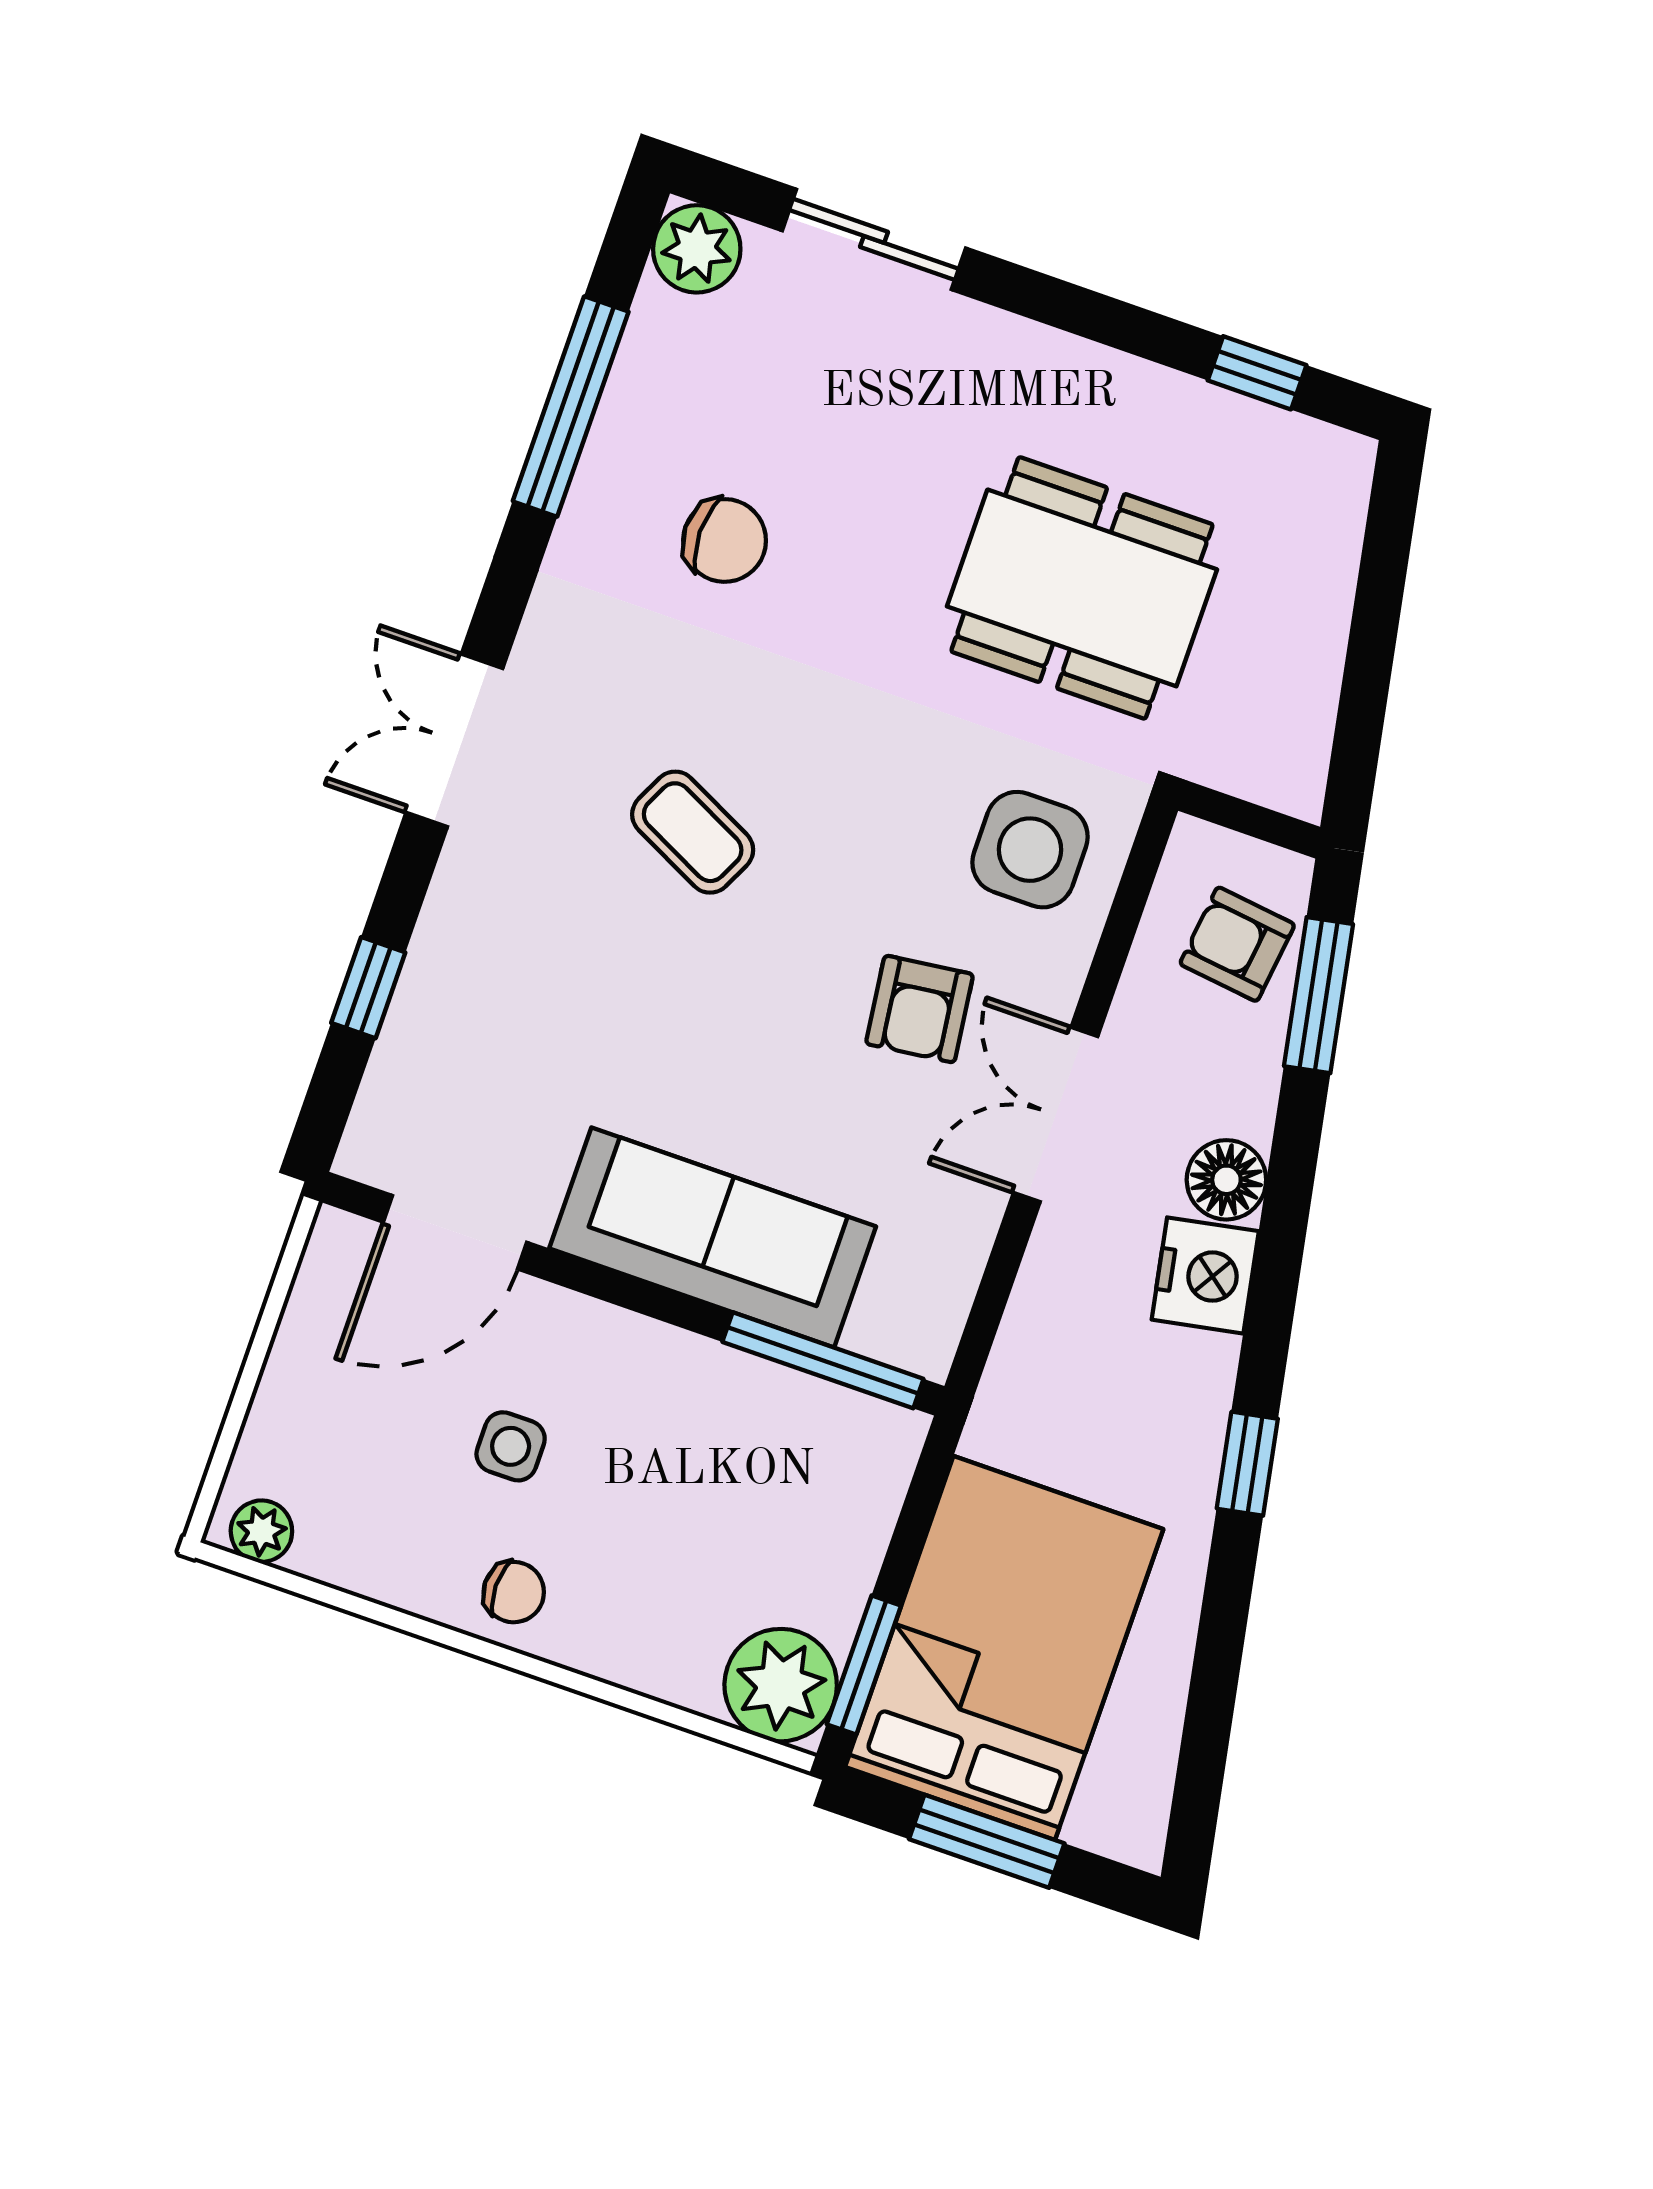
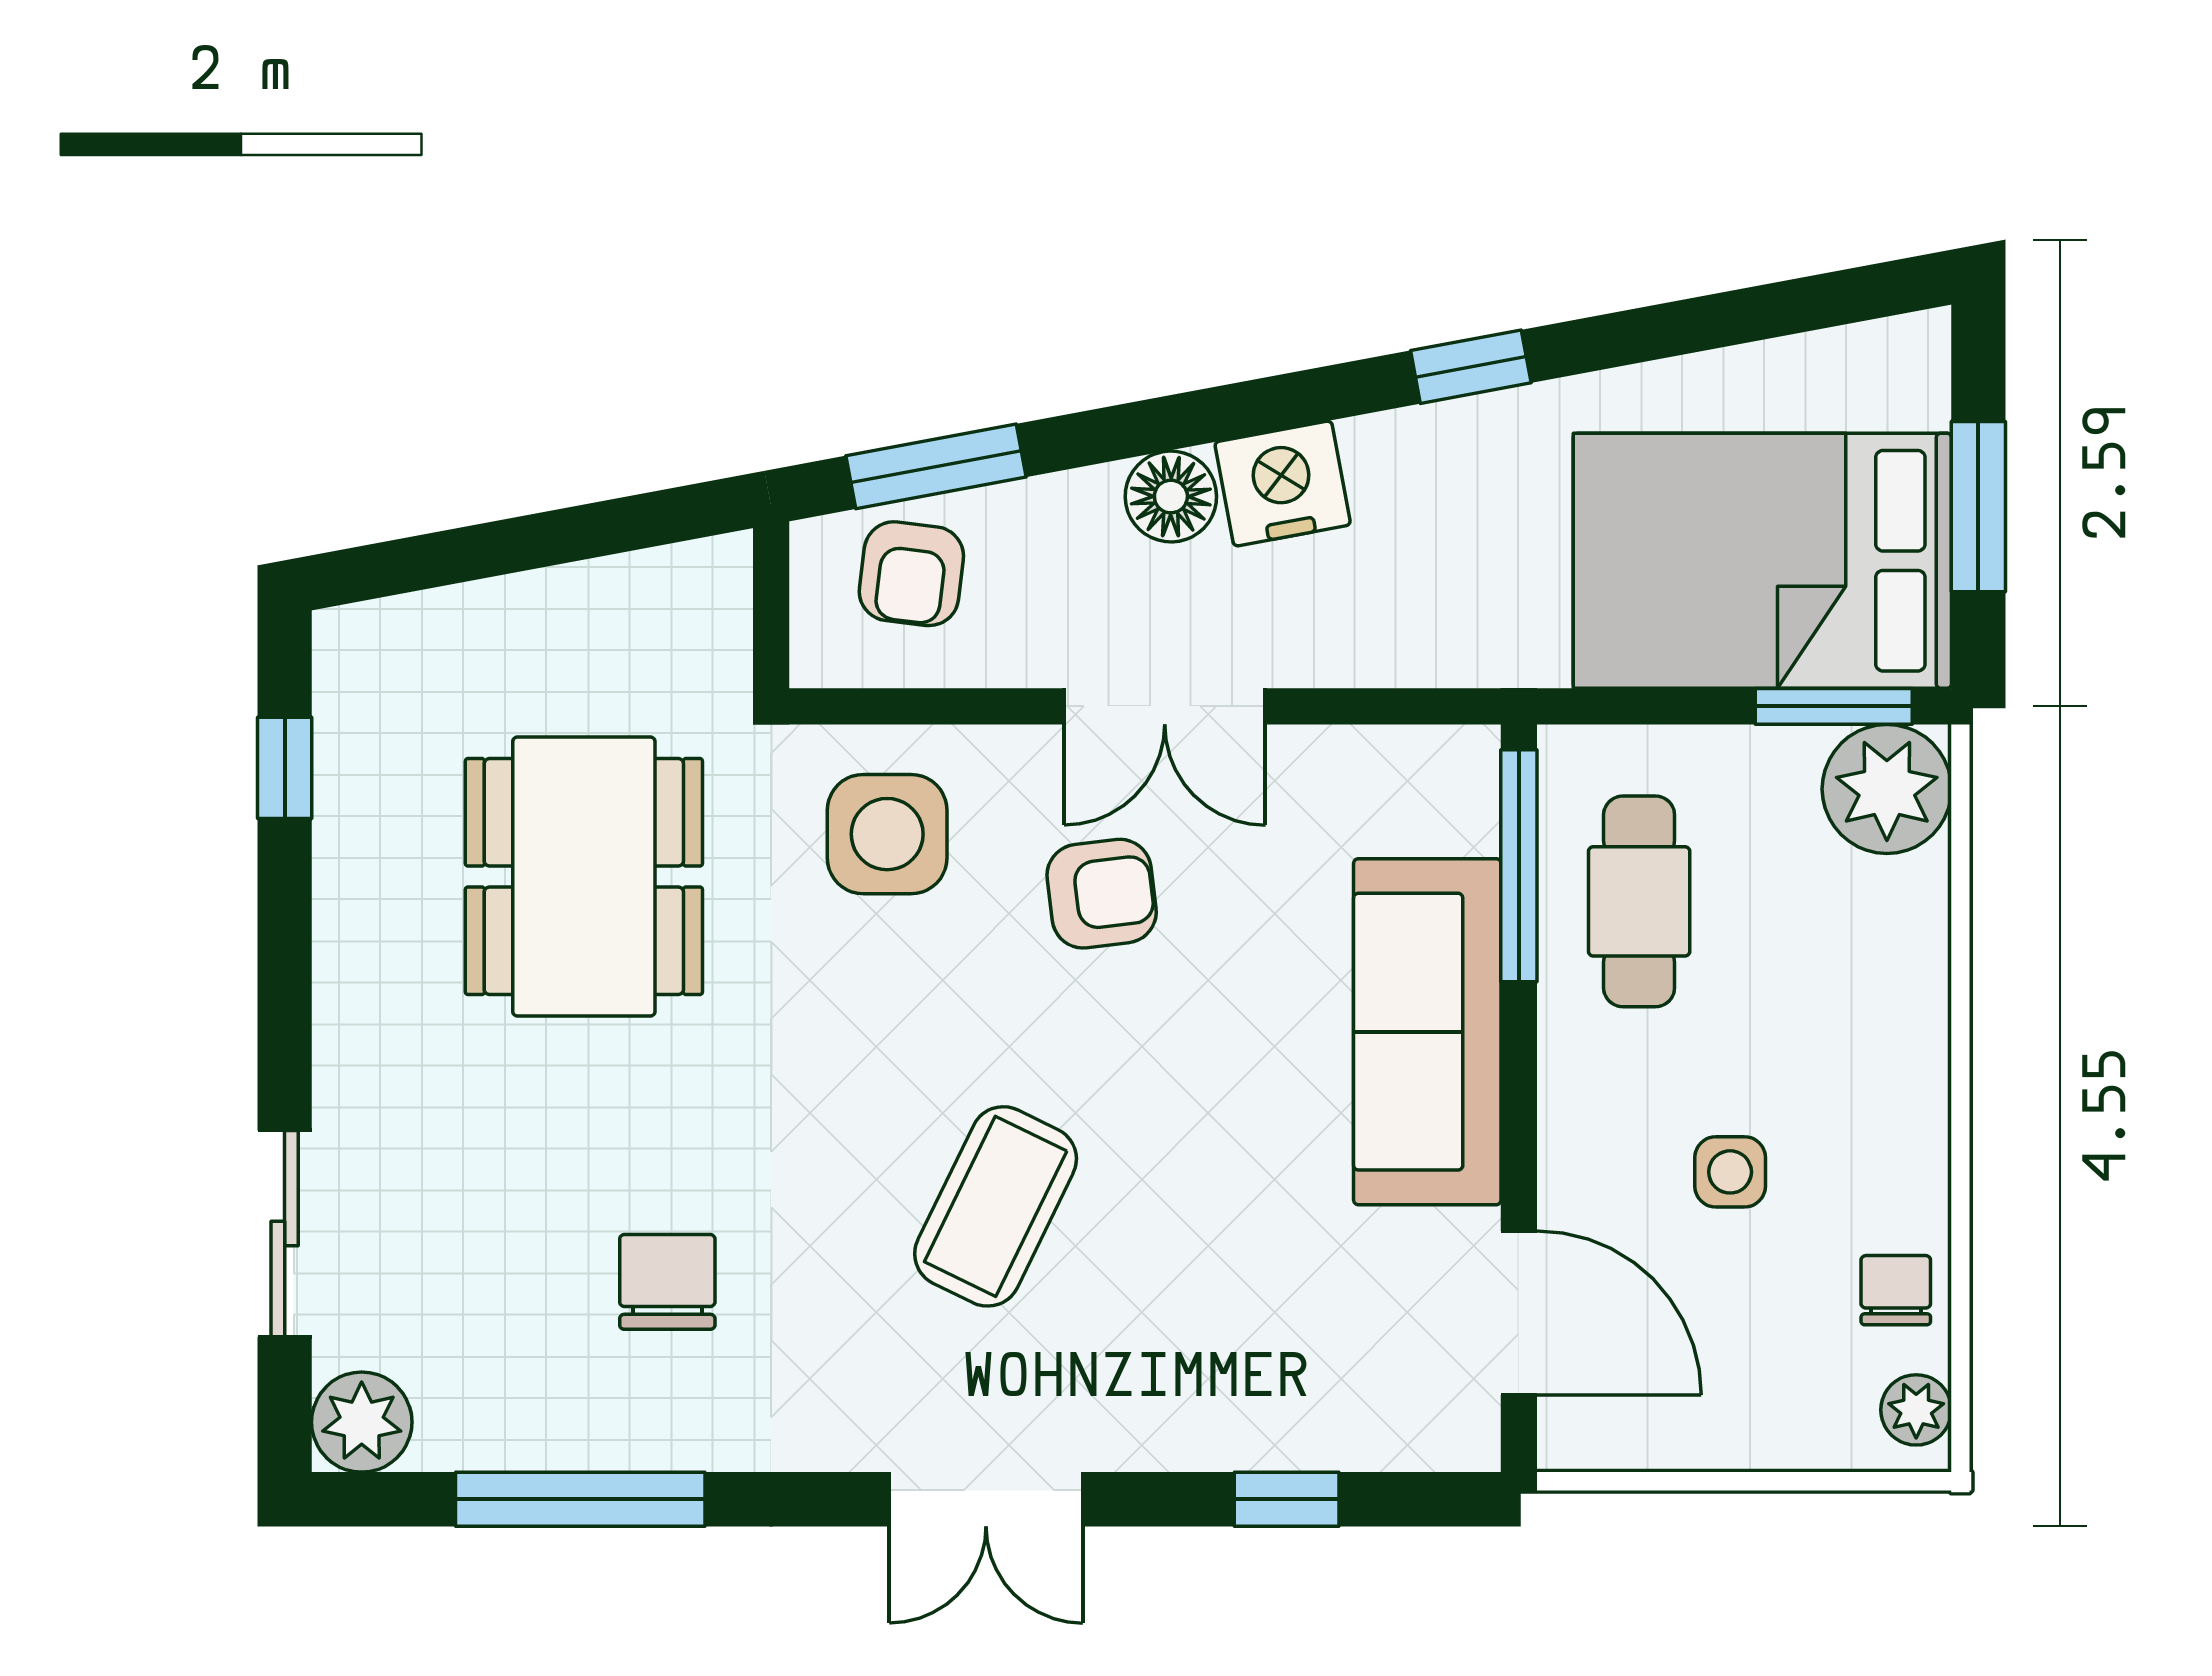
coffee table: (693, 832) -> (996, 1206), width x1.36, depth x1.30
cafe table: (759, 1449) -> (1639, 901), added
chair: (514, 1592) -> (1896, 1290), moved

